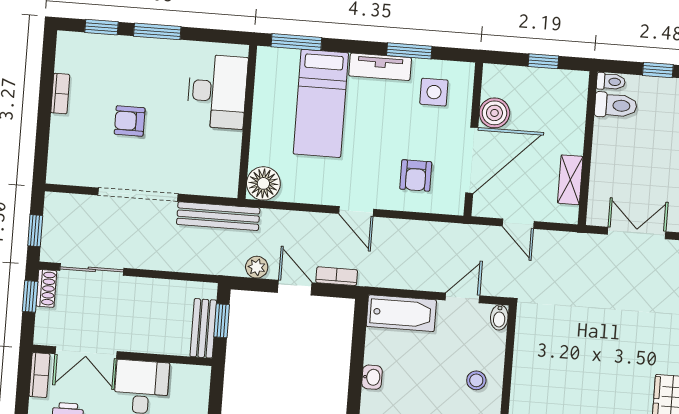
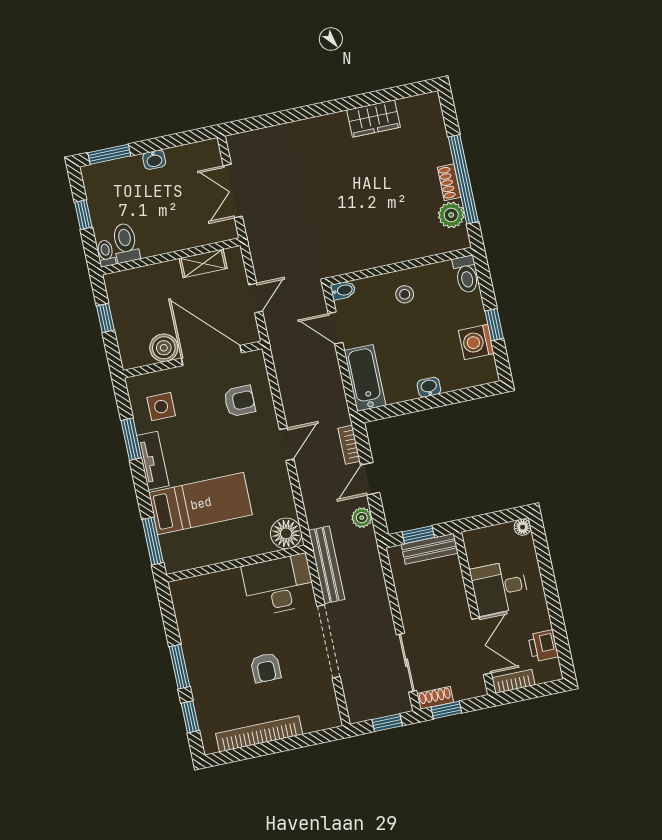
desk: (217, 91) -> (279, 585), moved
bookcase: (60, 94) -> (259, 734), width x2.31, depth x1.31

